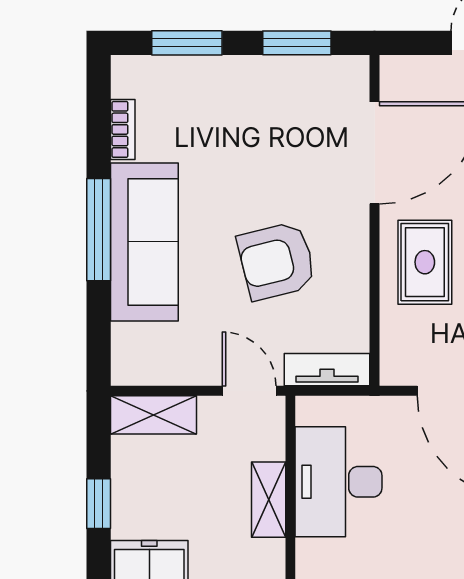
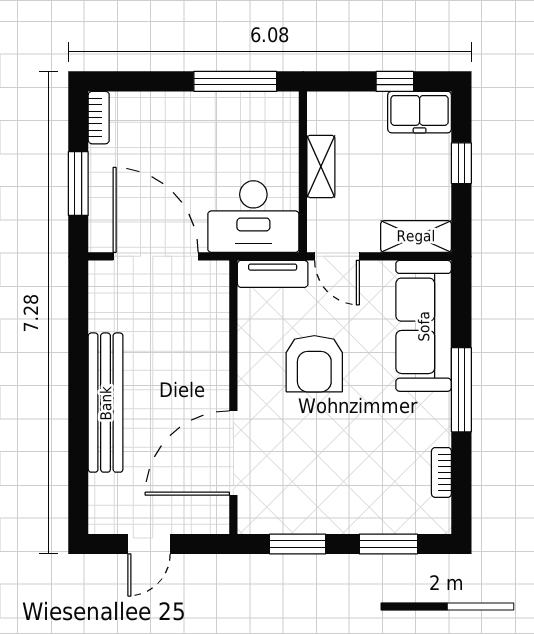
sofa: (144, 242) -> (424, 326), moved
armchair: (277, 261) -> (314, 364), turned 104
rug: (425, 262) -> (192, 363), removed
desk: (338, 482) -> (253, 217), moved, turned 90

